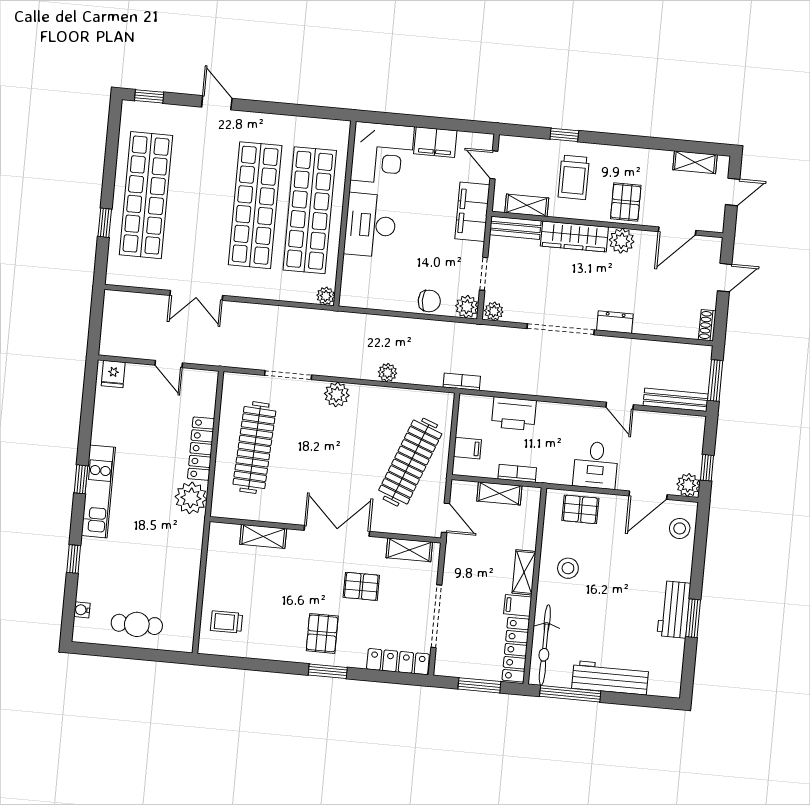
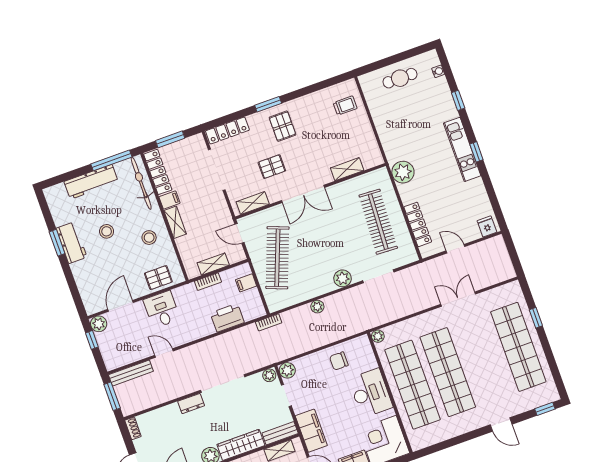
chair: (429, 301) -> (339, 361), moved
locker: (201, 449) -> (418, 224), moved
stool: (680, 528) -> (107, 231), moved

